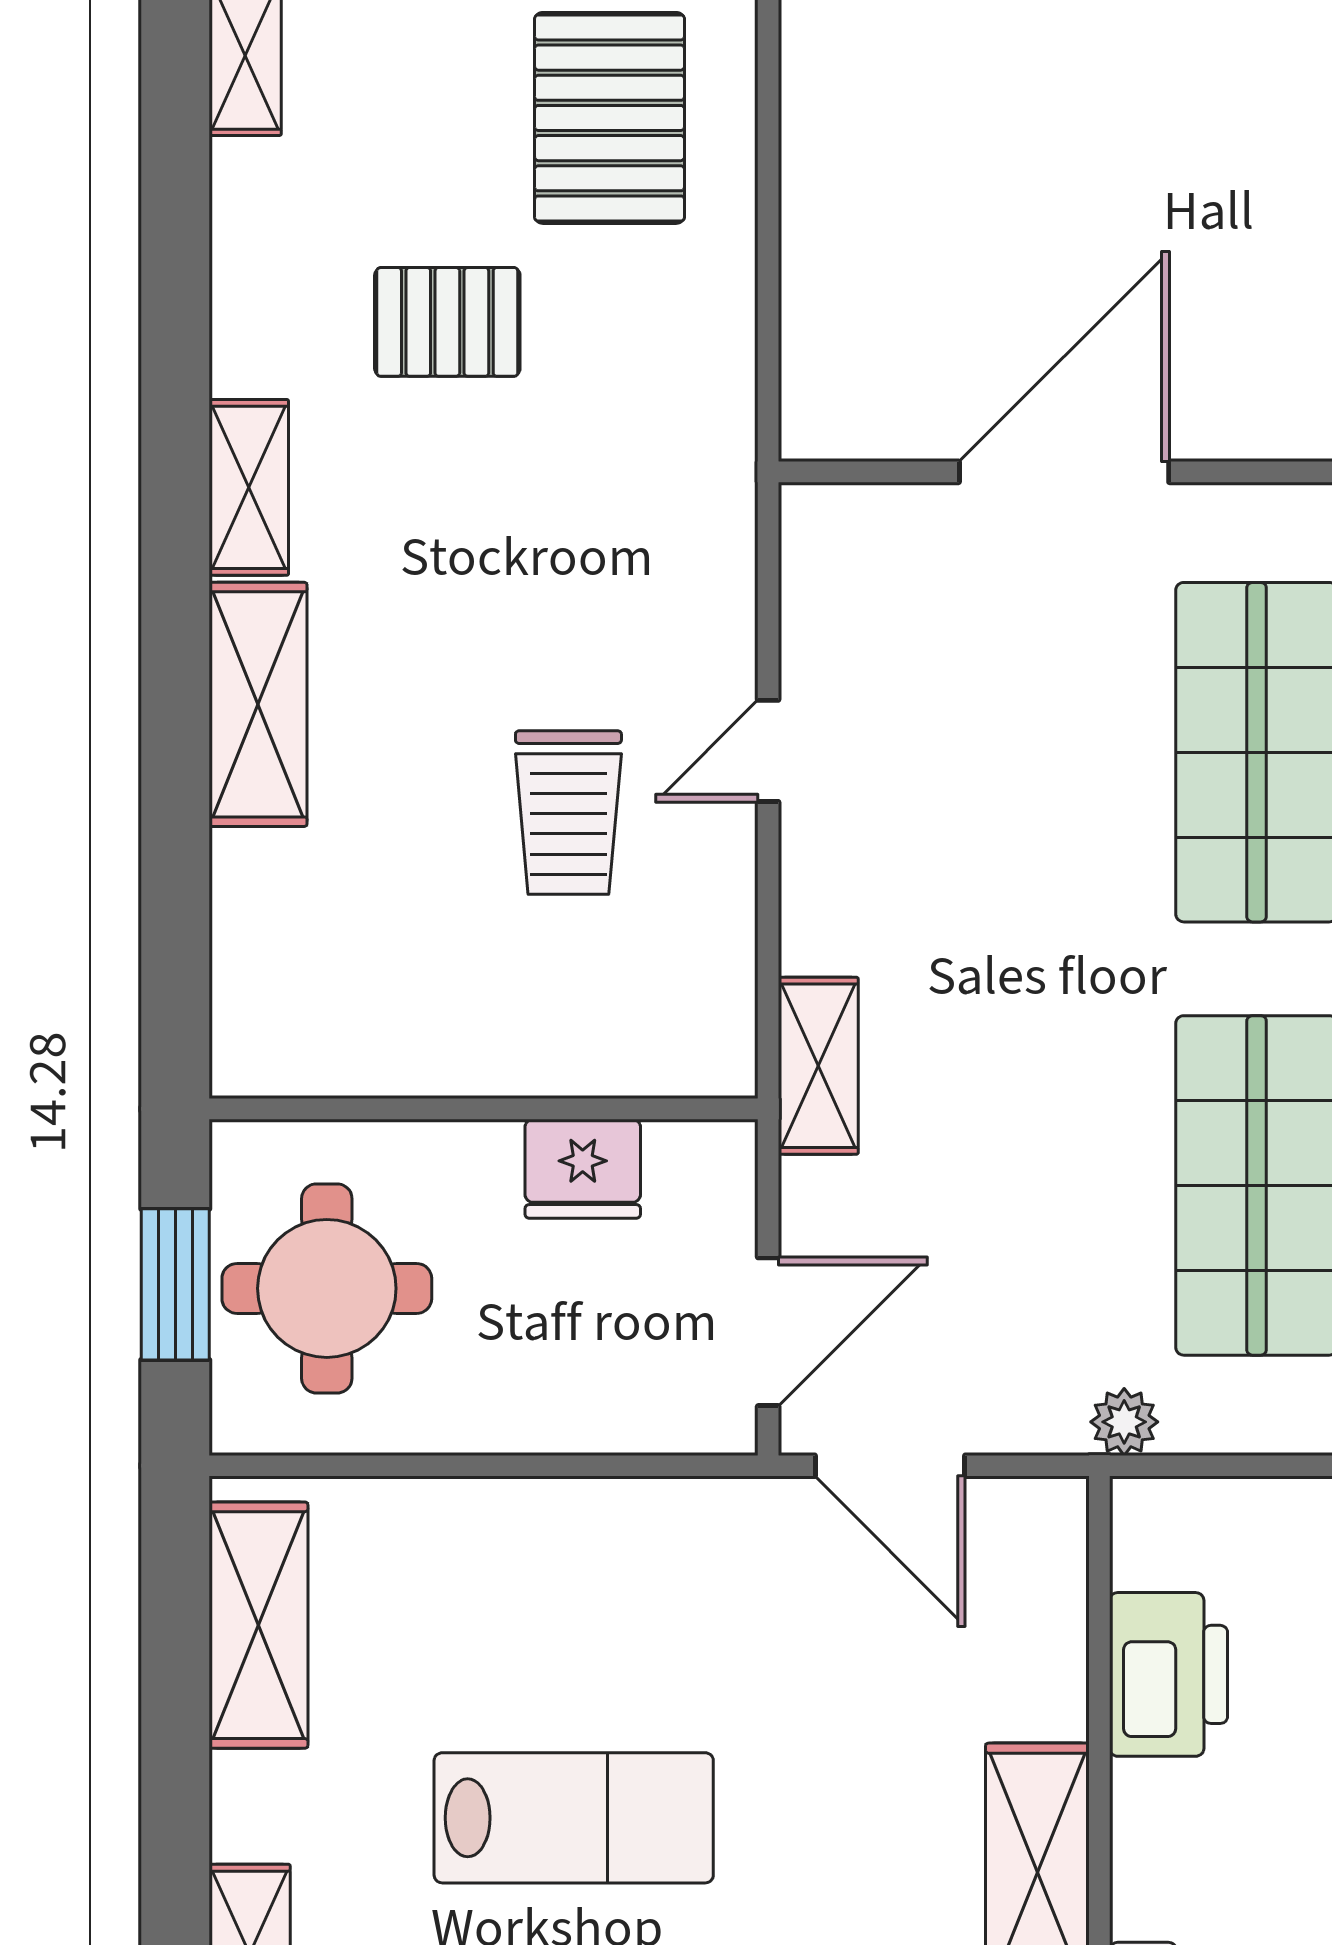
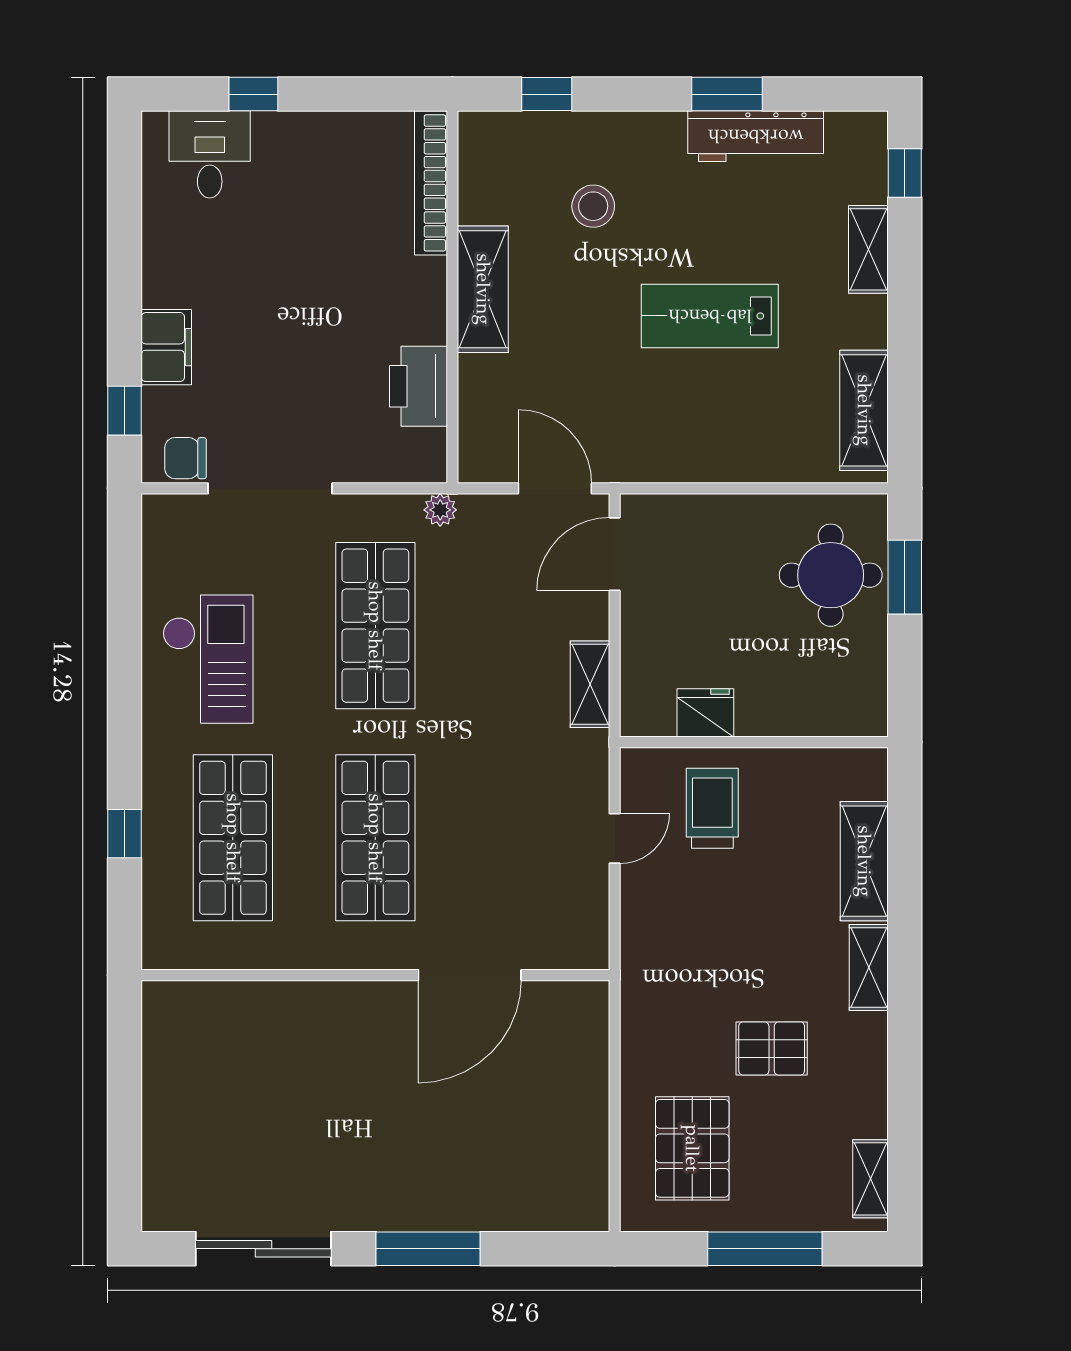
wall: (484, 1109) -> (754, 742), moved
fridge: (583, 1169) -> (705, 713), moved

